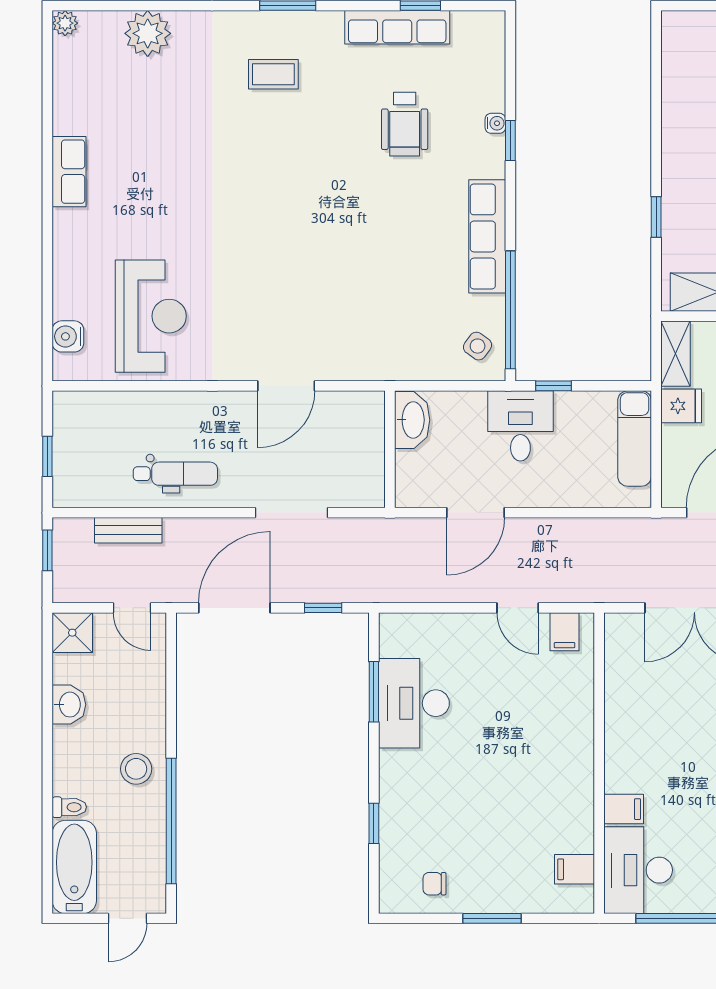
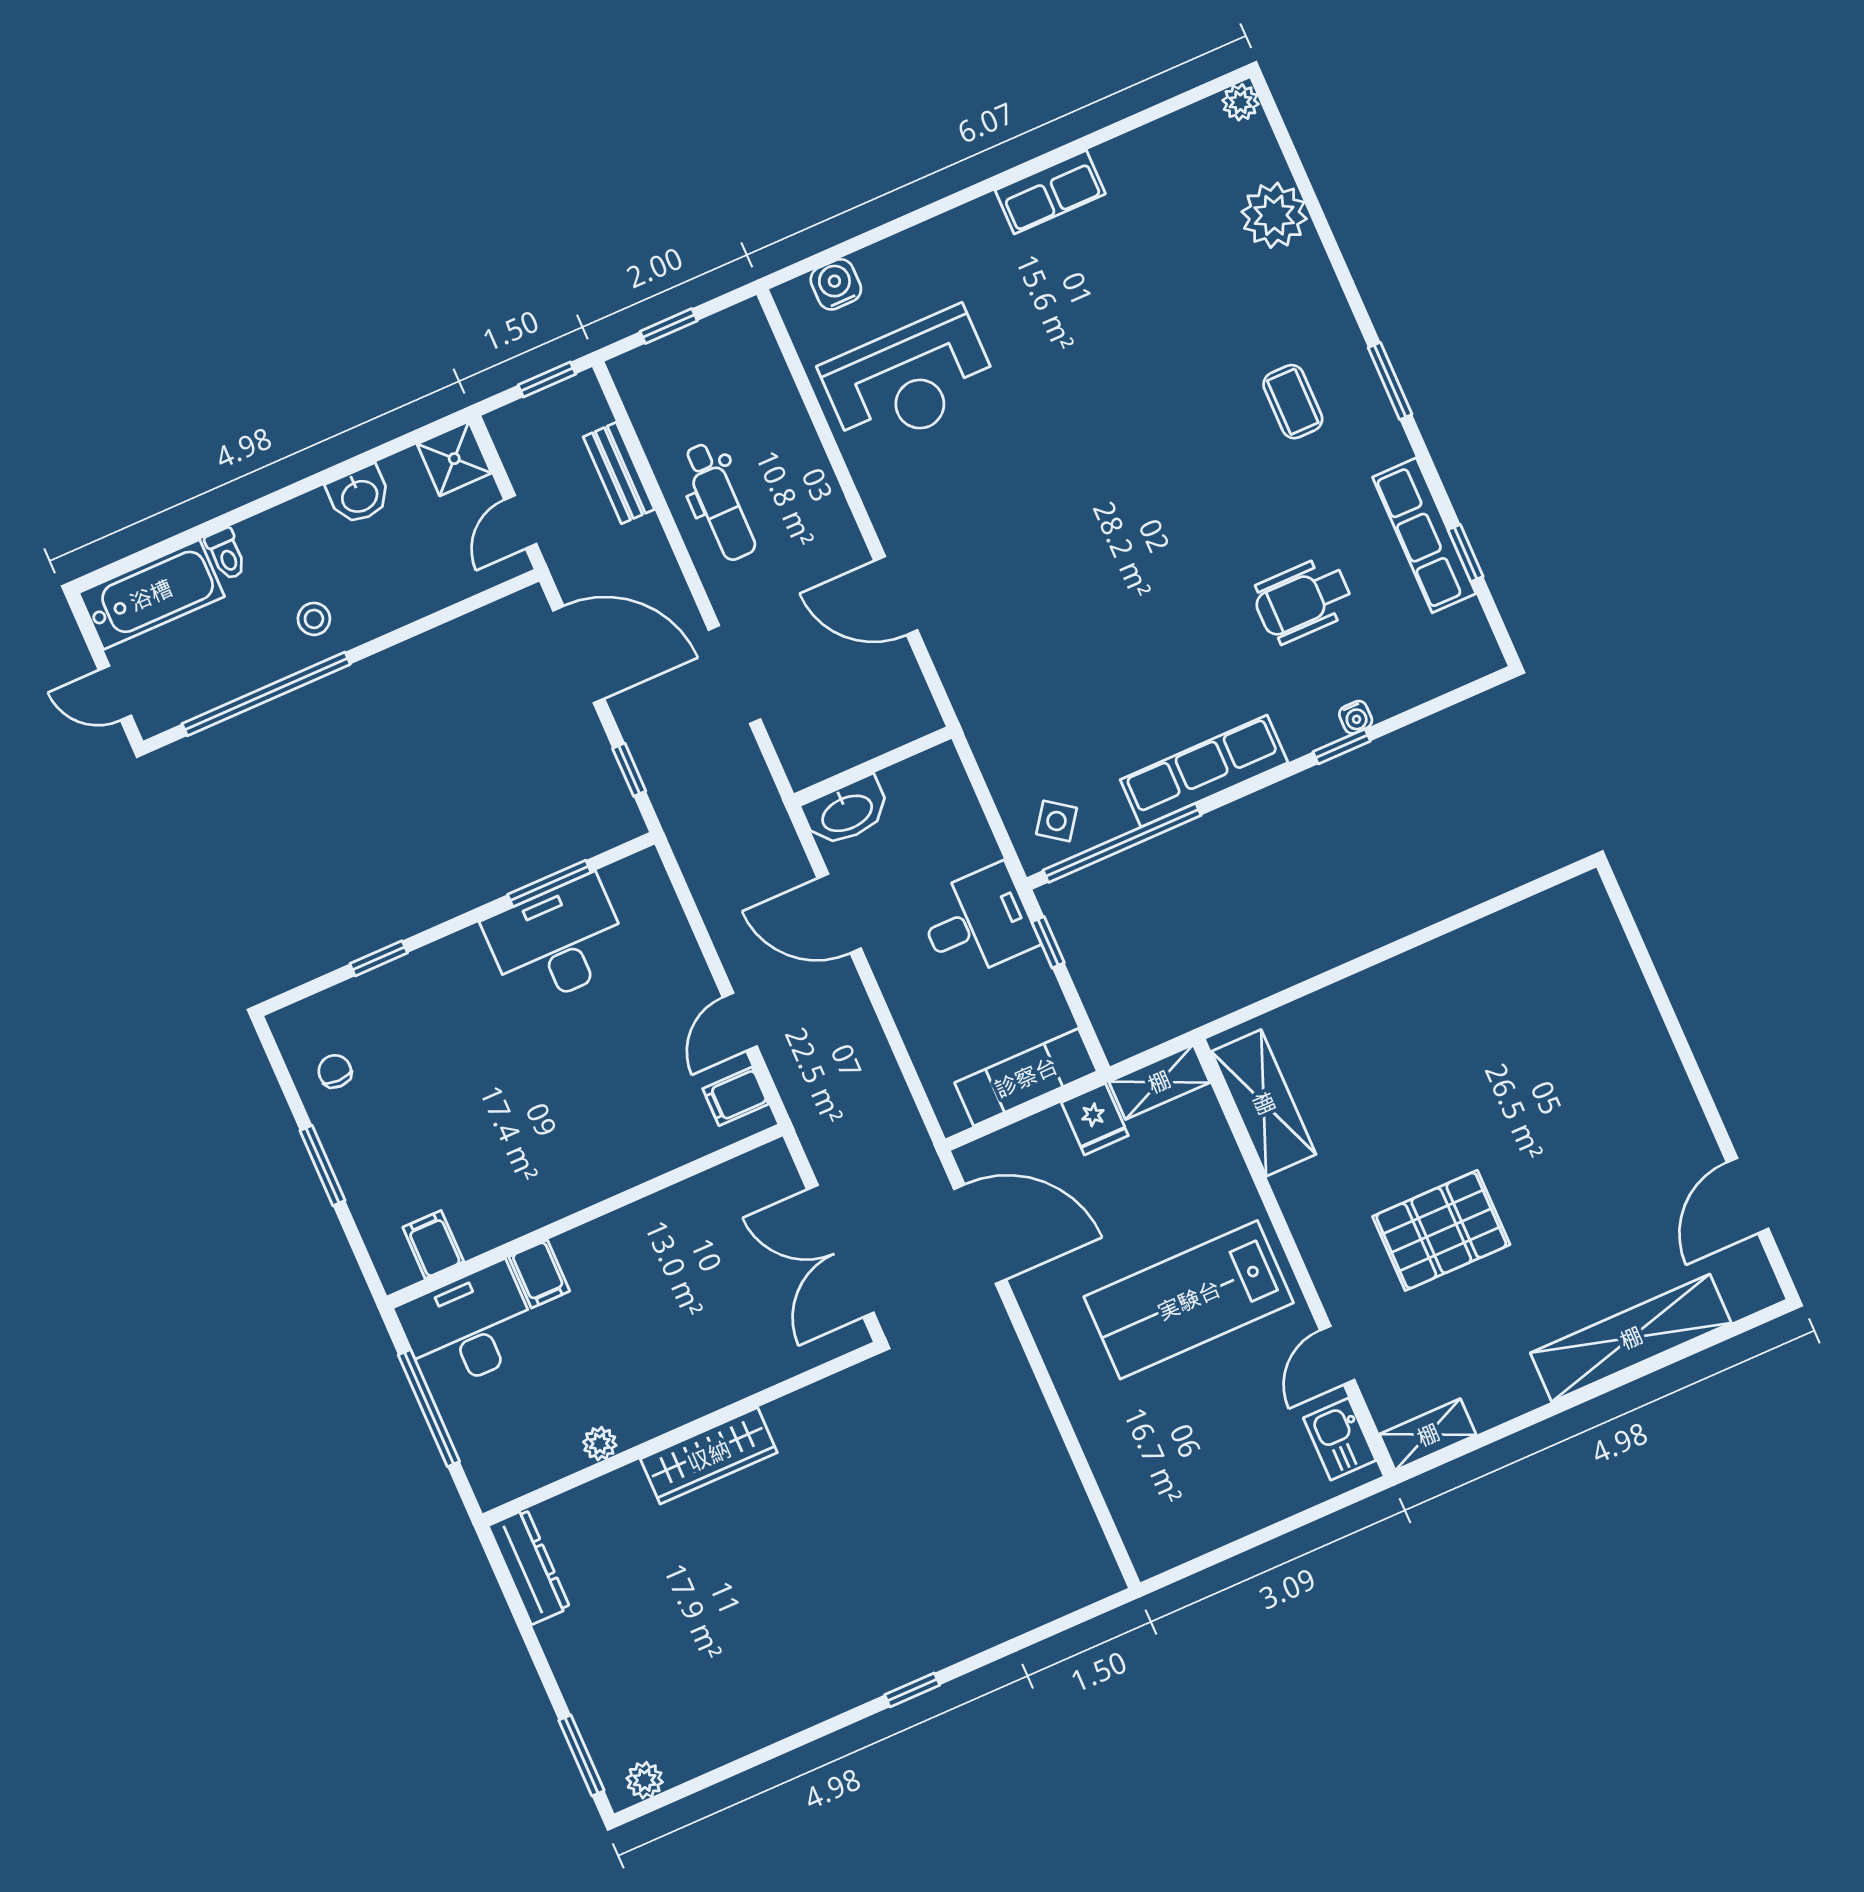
window: (656, 217) -> (1326, 979), removed
washbasin: (412, 420) -> (847, 812), moved
stool: (136, 769) -> (314, 619), width x0.73, depth x0.73

